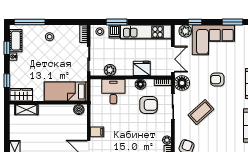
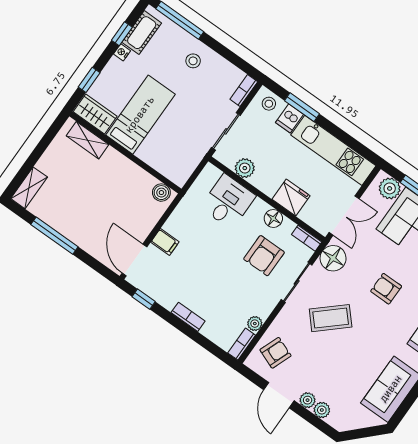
bed: (66, 92) -> (140, 115), moved, turned 90
armchair: (149, 105) -> (264, 256), turned 90

